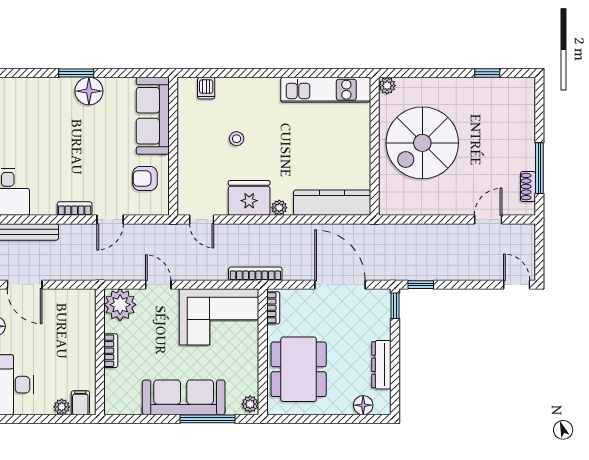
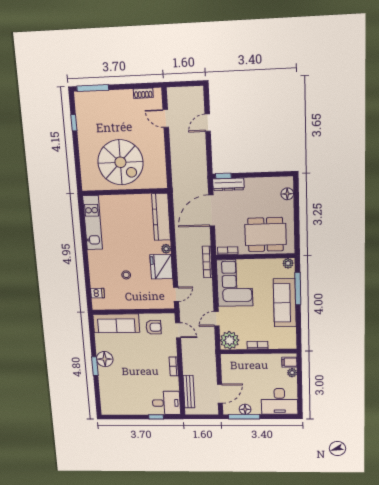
plant: (387, 86) -> (87, 185), removed
window: (539, 168) -> (93, 88), moved
armchair: (145, 178) -> (154, 327), turned -90
door: (110, 220) -> (178, 330), moved
window: (421, 285) -> (209, 160), removed
door: (517, 285) -> (208, 123), moved
dresser: (381, 365) -> (228, 184), moved

